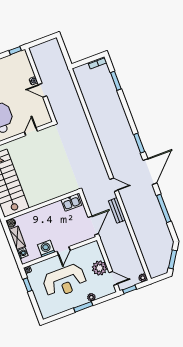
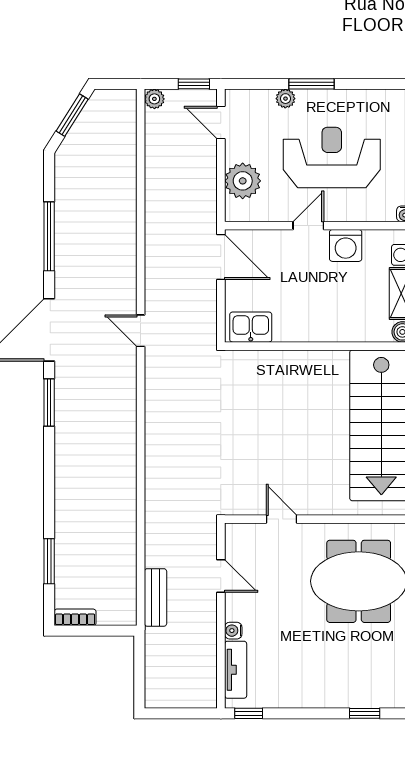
tv unit: (27, 66) -> (236, 670), added
door: (42, 90) -> (221, 576), moved
door: (31, 132) -> (281, 519), swing flipped
bench: (117, 210) -> (155, 597), moved
door: (93, 226) -> (221, 257), swing flipped
plant: (100, 268) -> (243, 181), moved

